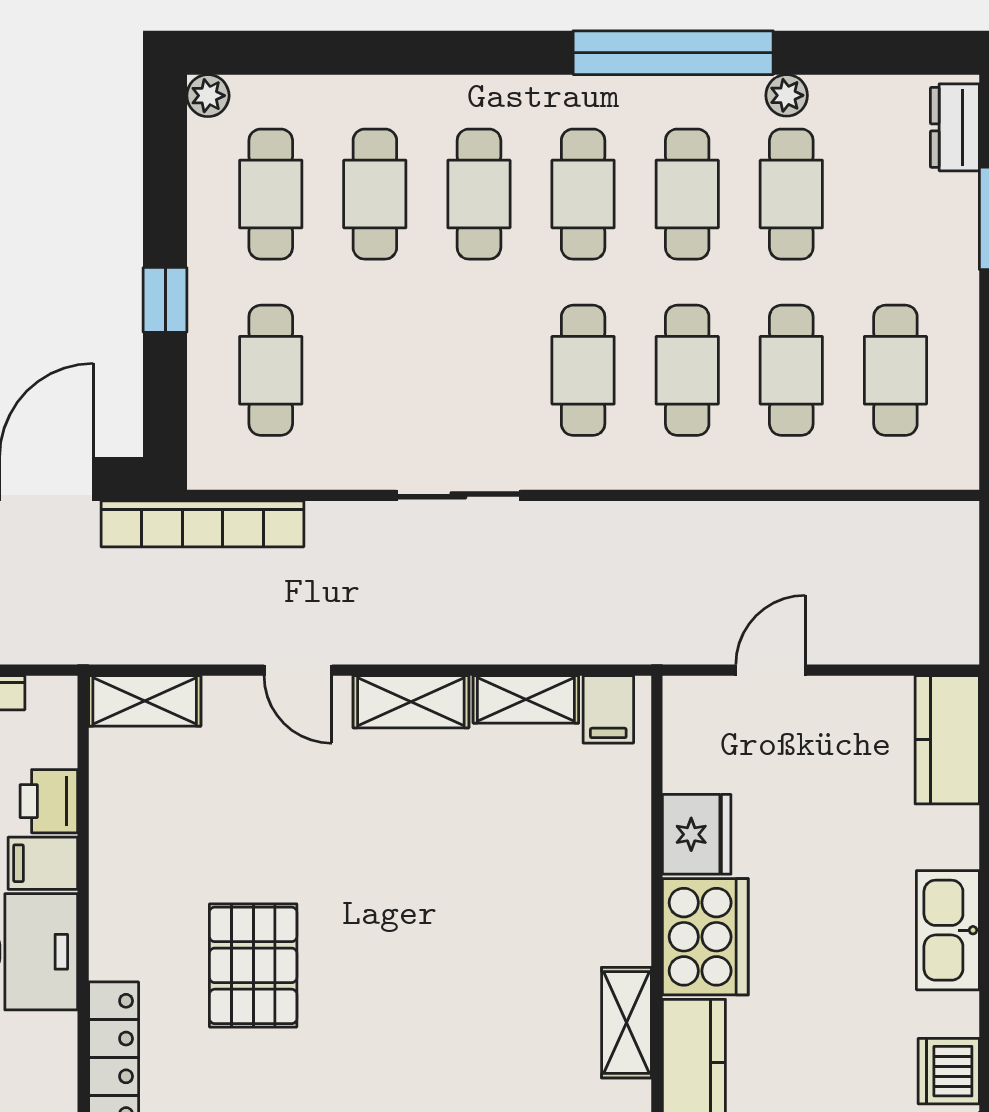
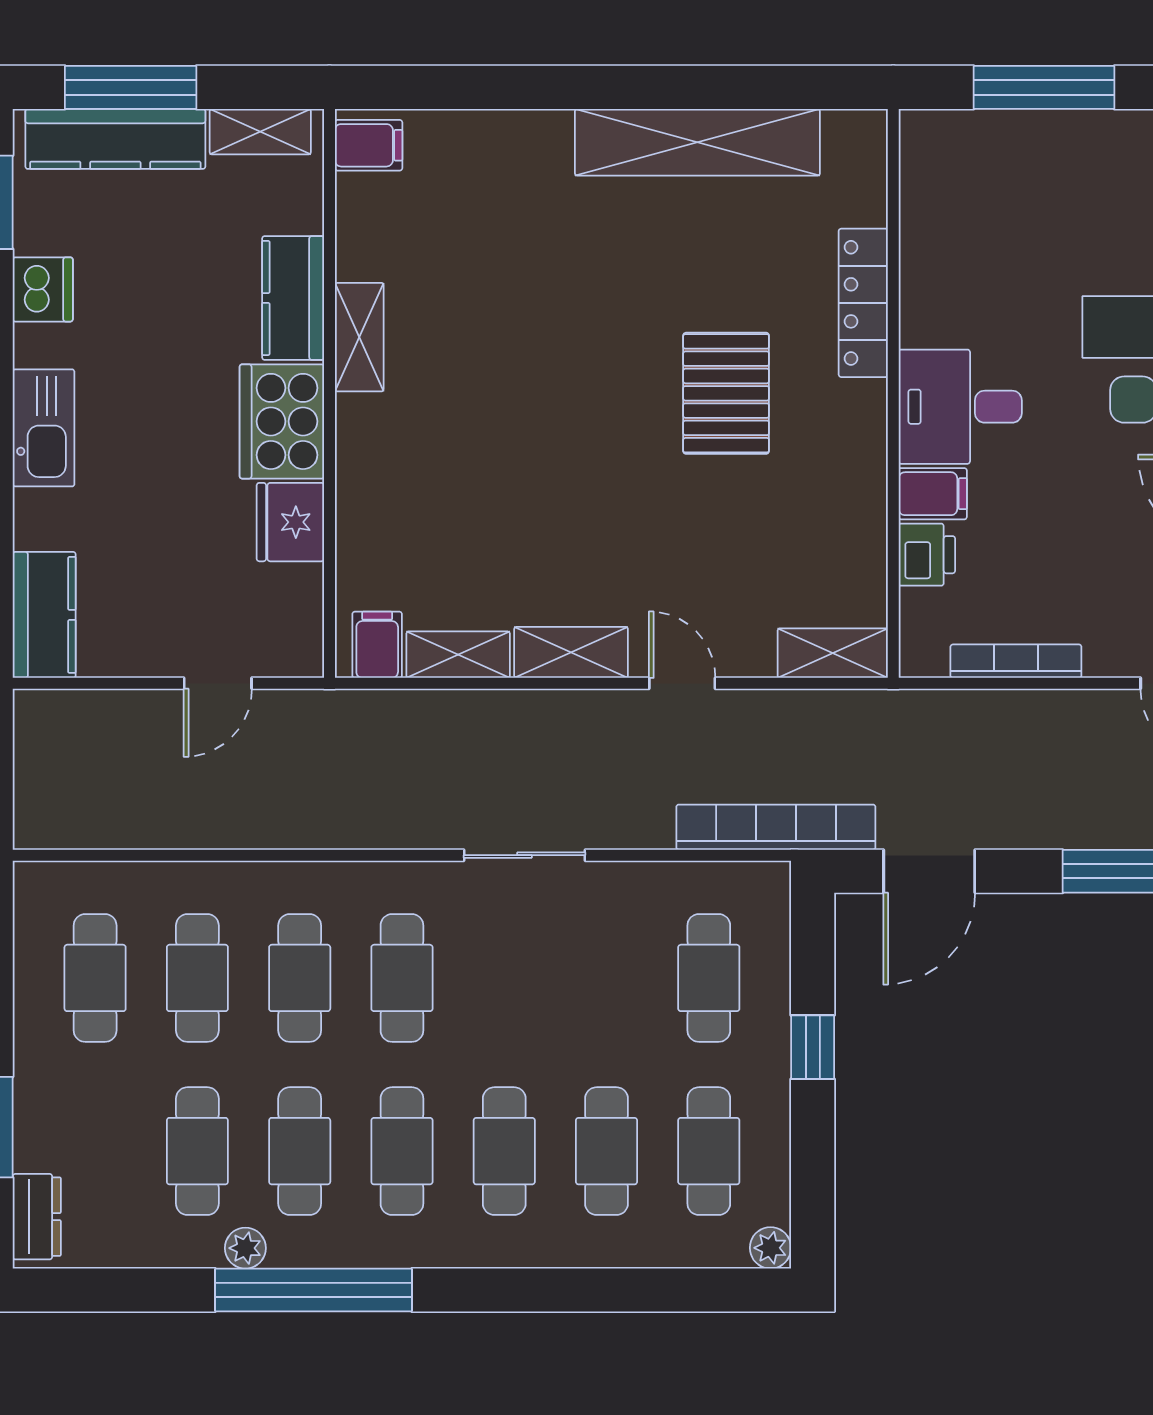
plant: (787, 95) -> (245, 1248), moved

